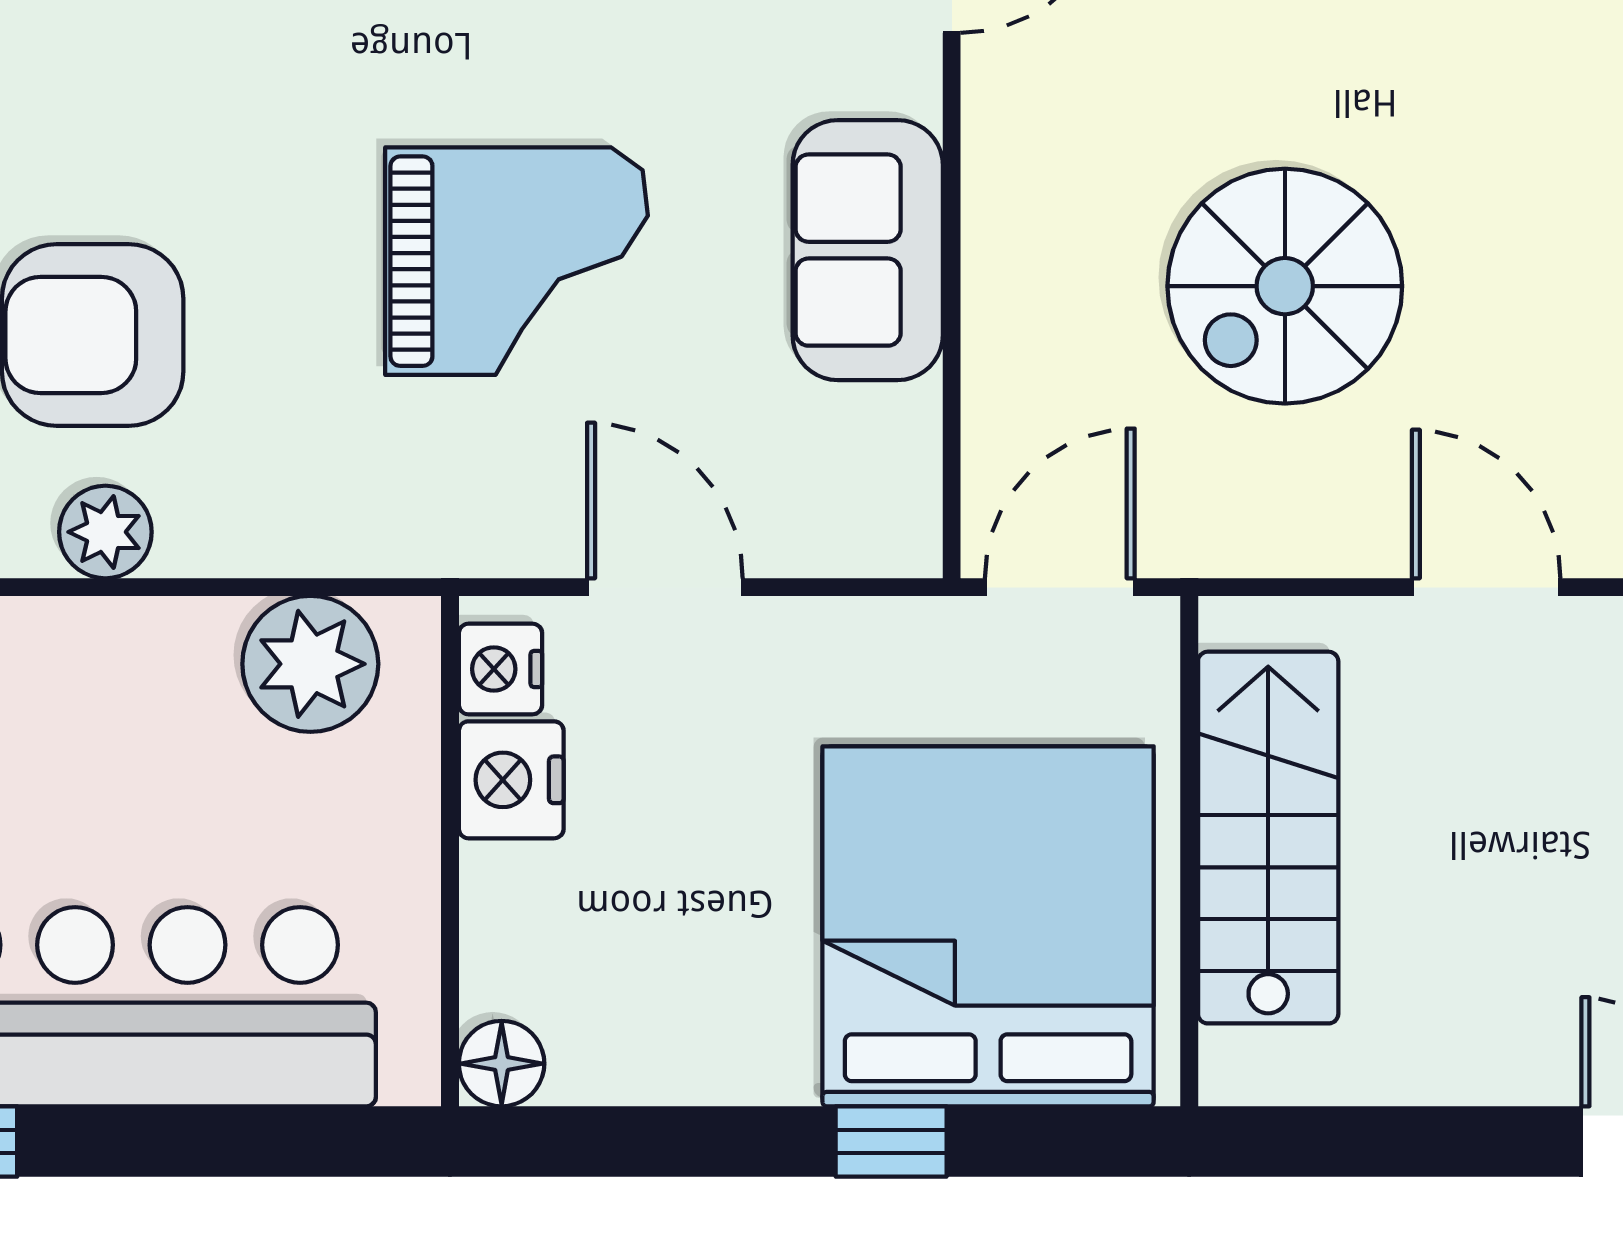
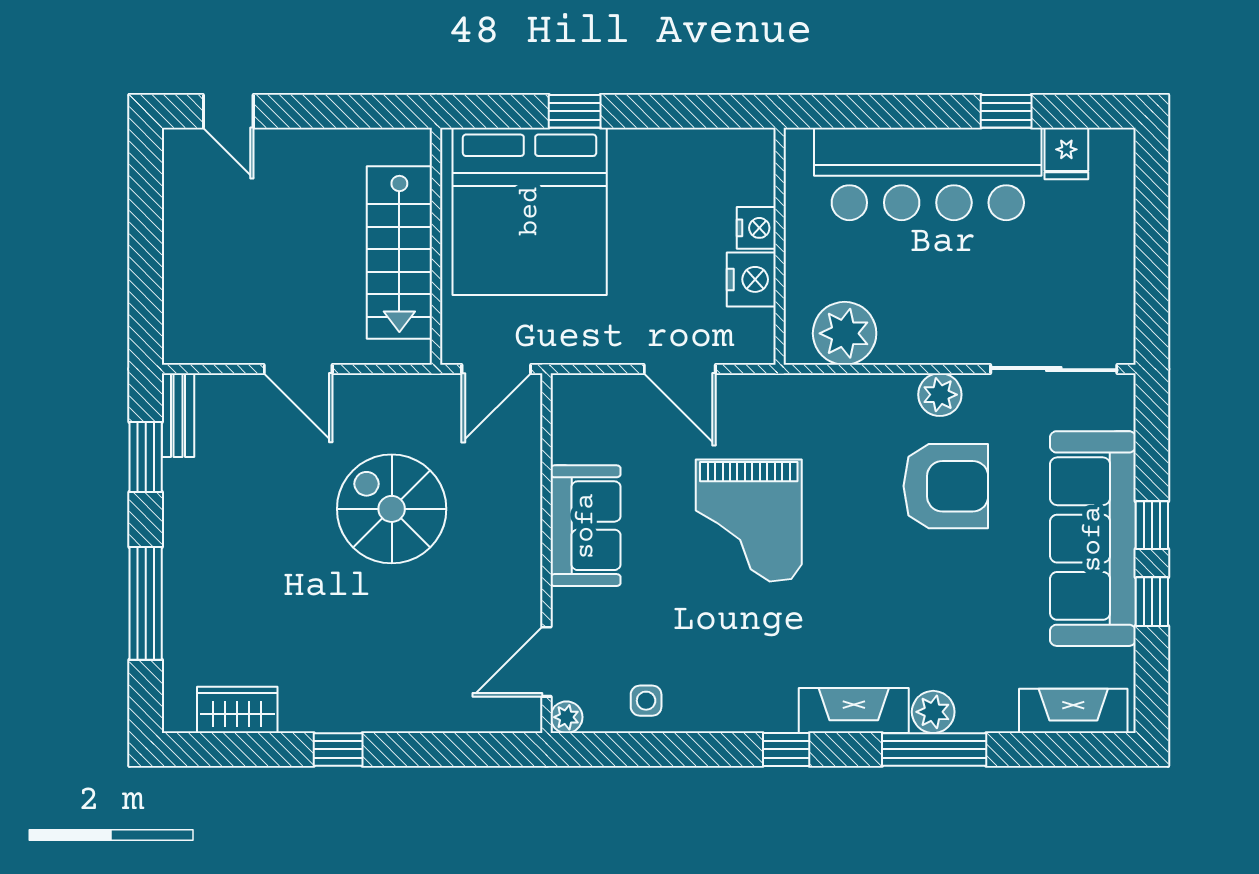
grand piano: (517, 261) -> (749, 521), turned -90
spiral stairs: (1285, 286) -> (392, 509), turned -90
nightstand: (500, 669) -> (756, 228), moved
floor lamp: (502, 1064) -> (756, 148), removed

